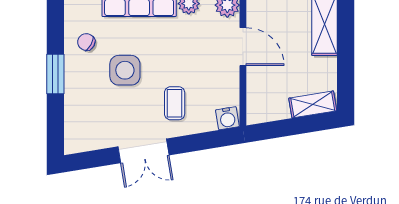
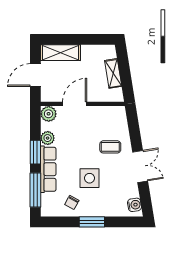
shelving: (313, 104) -> (113, 73), moved
water cooler: (227, 118) -> (134, 205), moved

